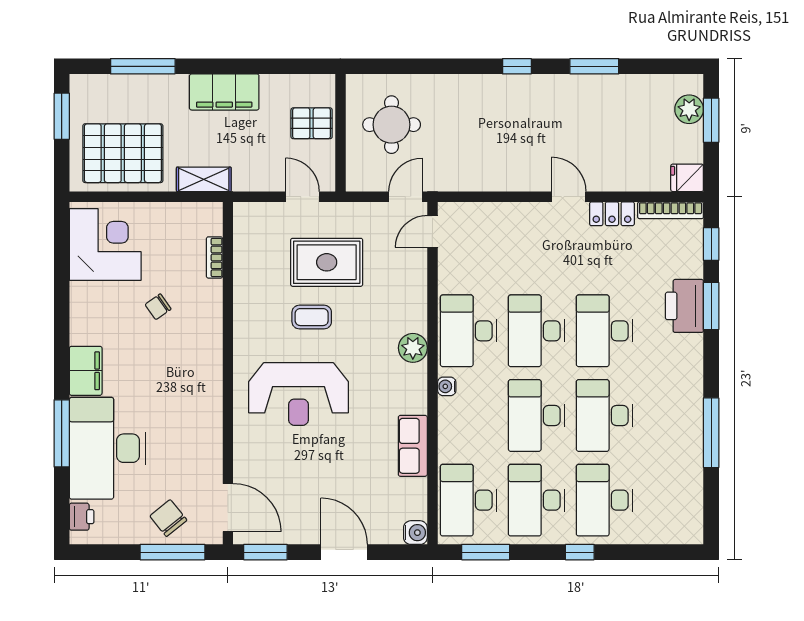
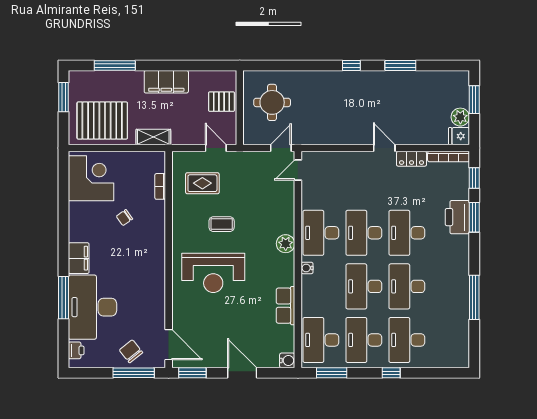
plant: (689, 109) -> (460, 117), moved
rug: (327, 262) -> (202, 183), moved, width x0.73, depth x0.70

